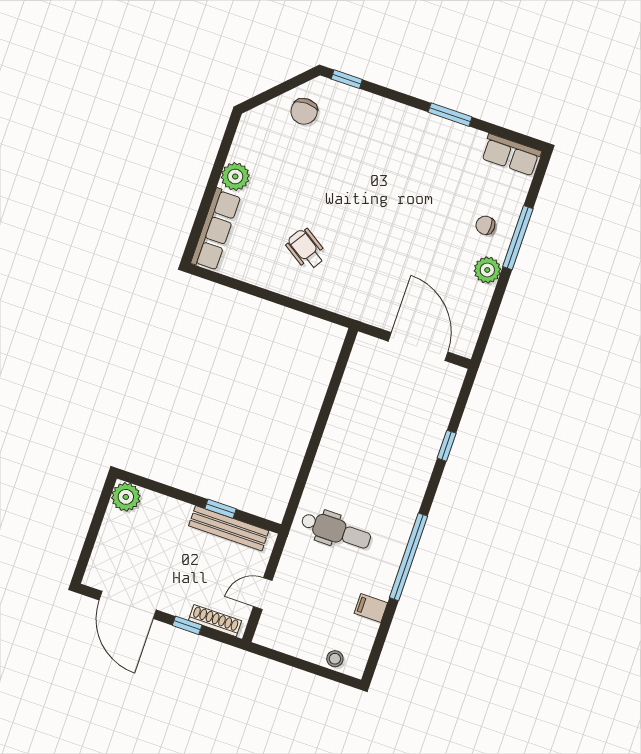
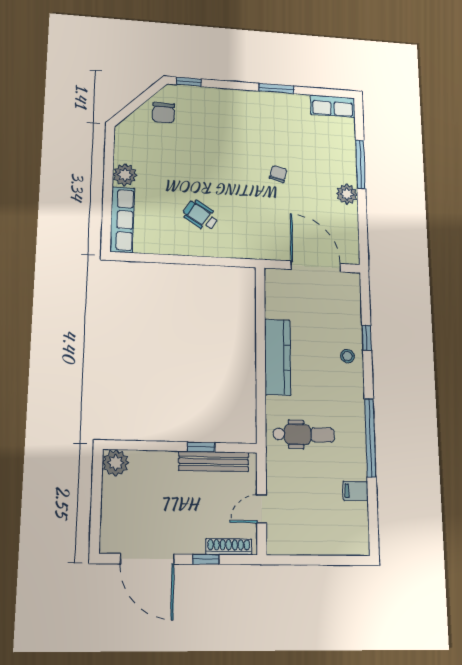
chair: (485, 225) -> (278, 174), moved, turned 105
kitchen counter: (337, 437) -> (278, 357), added
stool: (335, 659) -> (347, 356), moved

